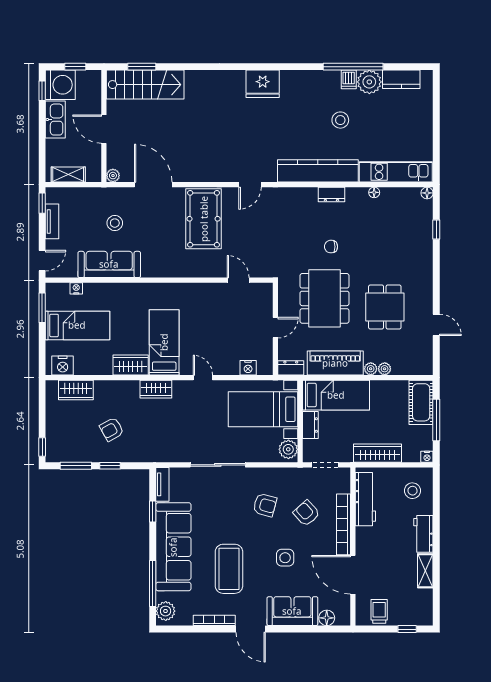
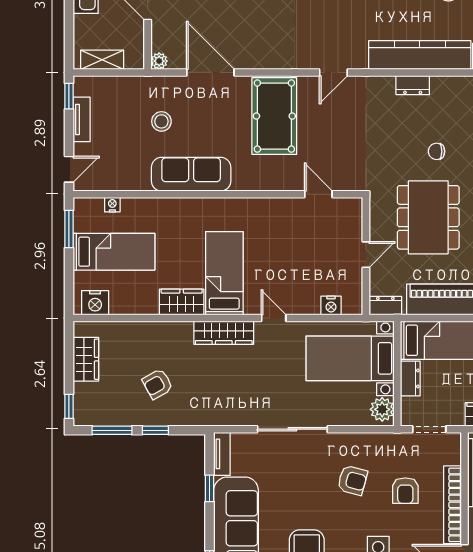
dresser: (331, 194) -> (413, 85), moved
sofa: (109, 264) -> (191, 174), moved
wardrobe: (156, 389) -> (224, 333), width x1.50
wardrobe: (76, 390) -> (86, 359), moved, turned -90
armchair: (306, 513) -> (405, 491), turned -138

